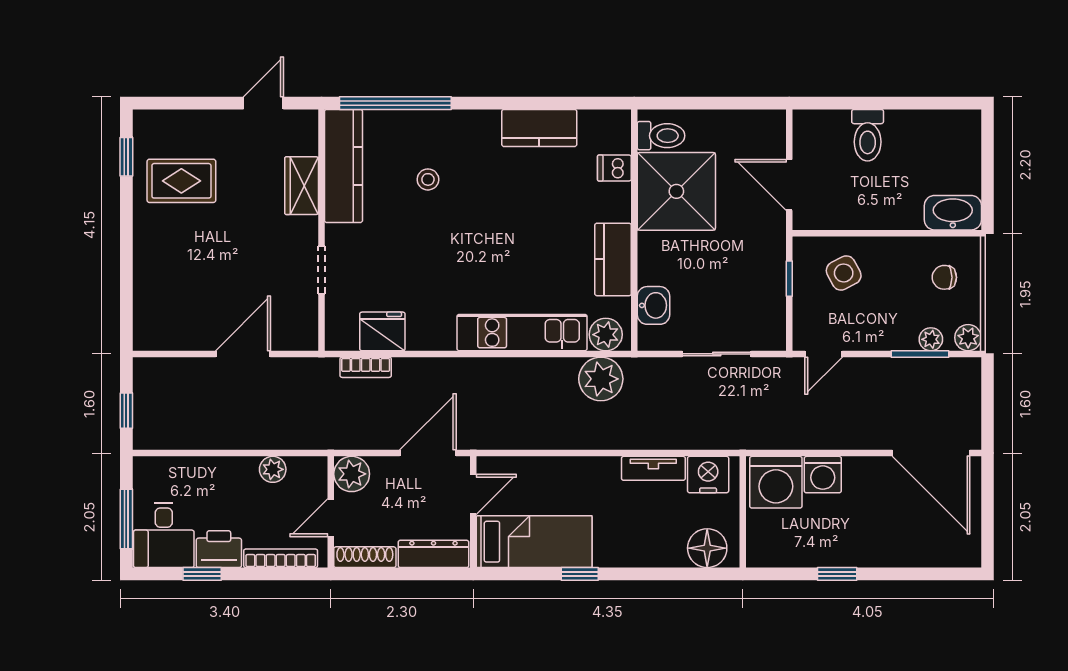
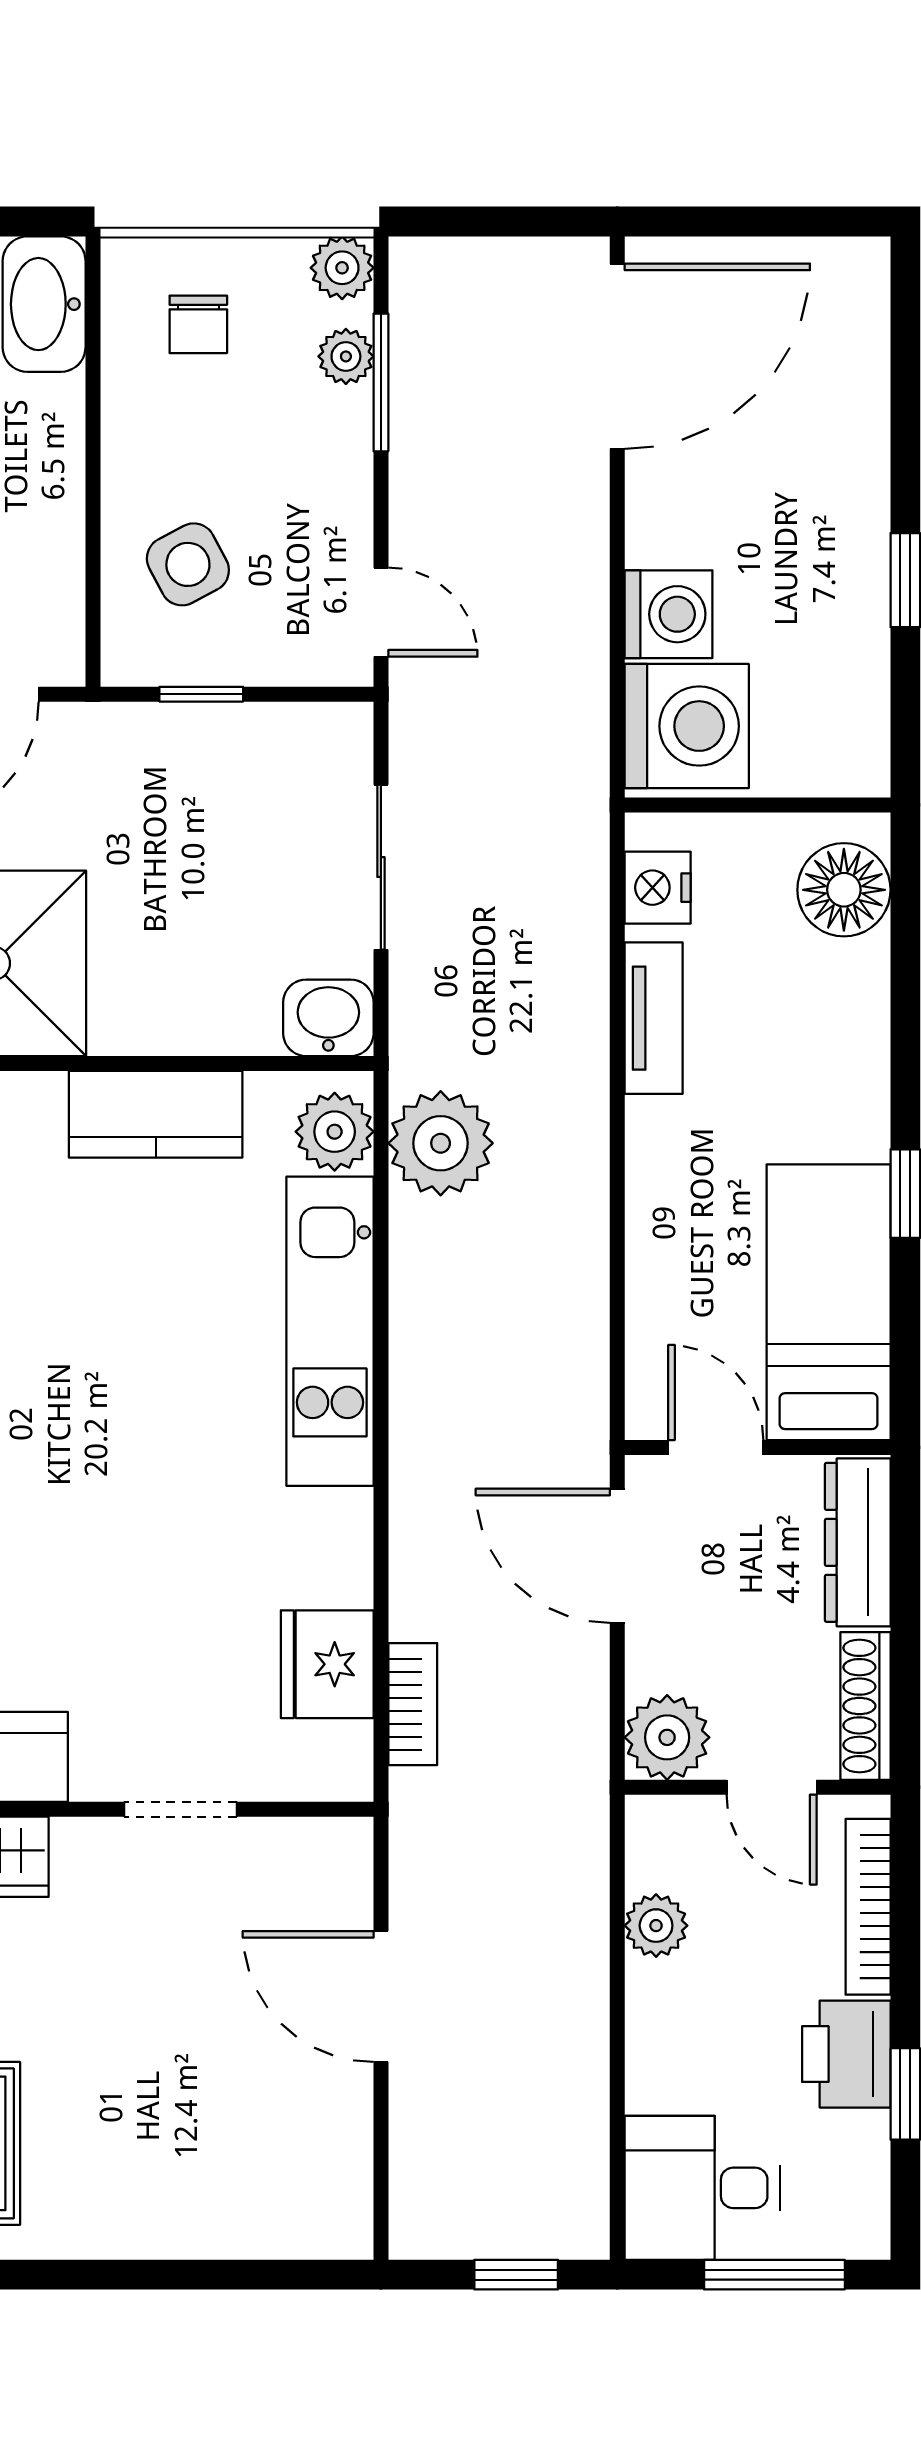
washbasin: (653, 305) -> (328, 1018), moved
nightstand: (708, 475) -> (658, 888), width x0.74, depth x0.75
desk: (164, 535) -> (702, 2188), moved, turned 180

